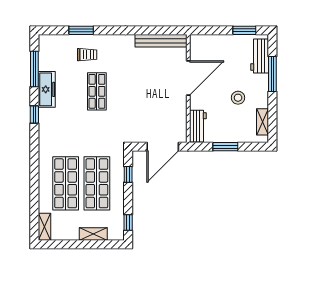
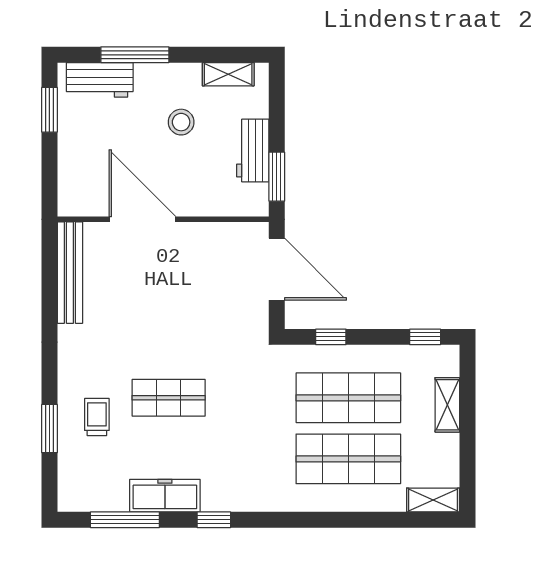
workbench: (198, 126) -> (253, 150), moved, turned -90
window: (225, 147) -> (277, 177), moved

